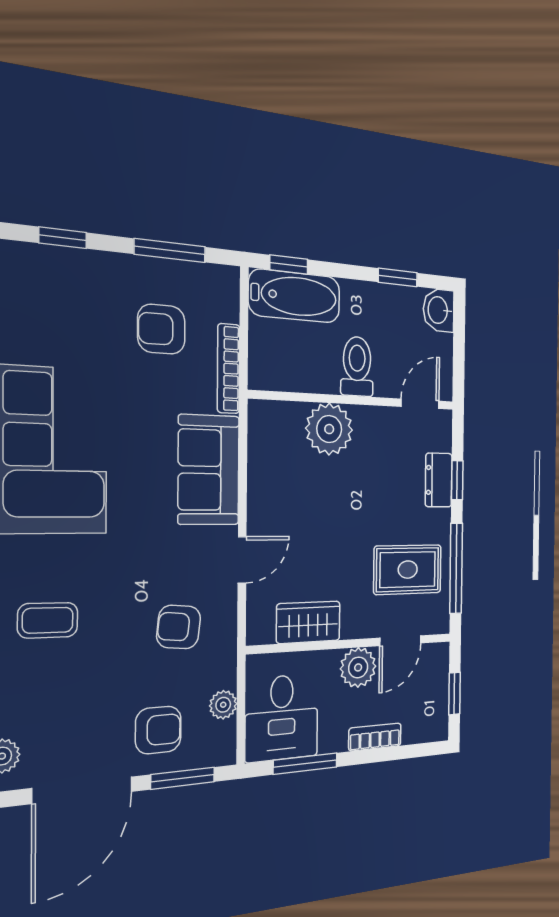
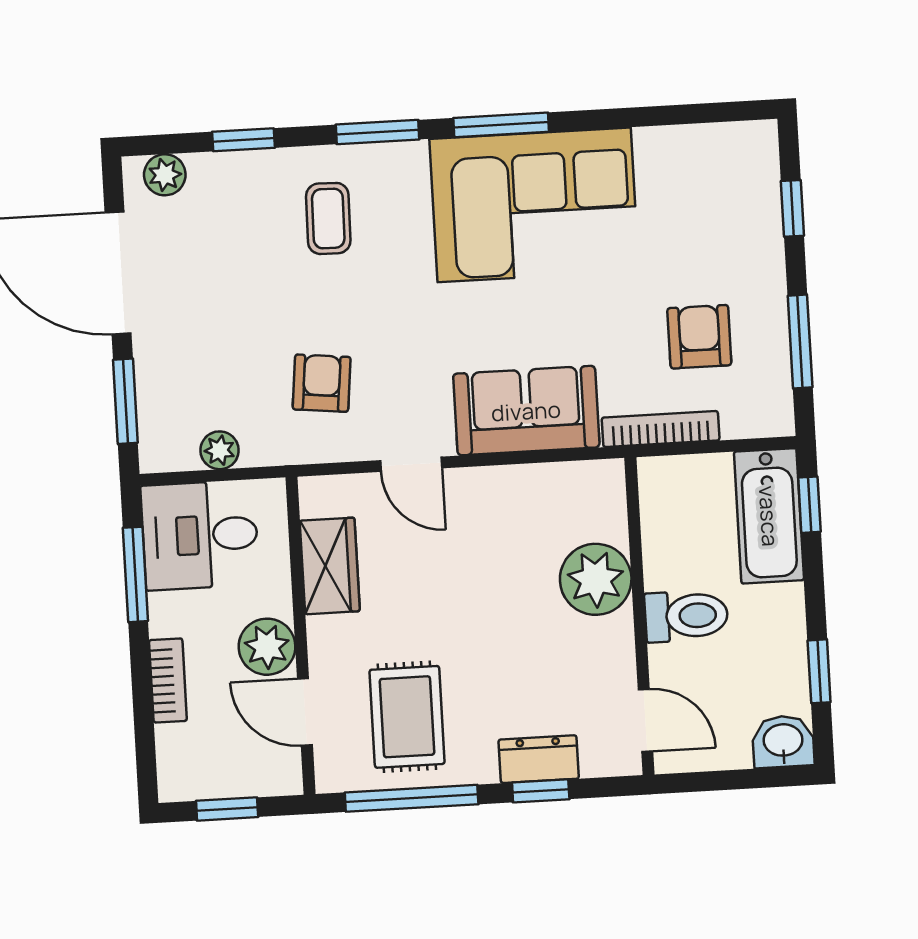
armchair: (158, 730) -> (189, 365), removed

